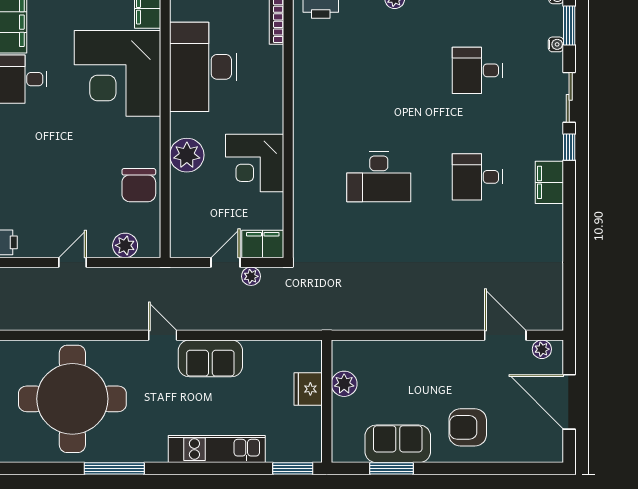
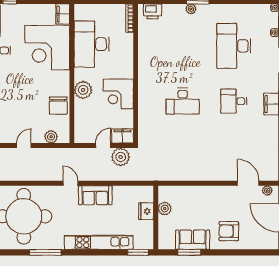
desk: (477, 70) -> (234, 46), width x1.87, depth x1.30
plant: (251, 276) -> (121, 157), width x1.87, depth x1.87
kitchen unit: (217, 449) -> (99, 242), width x1.36

